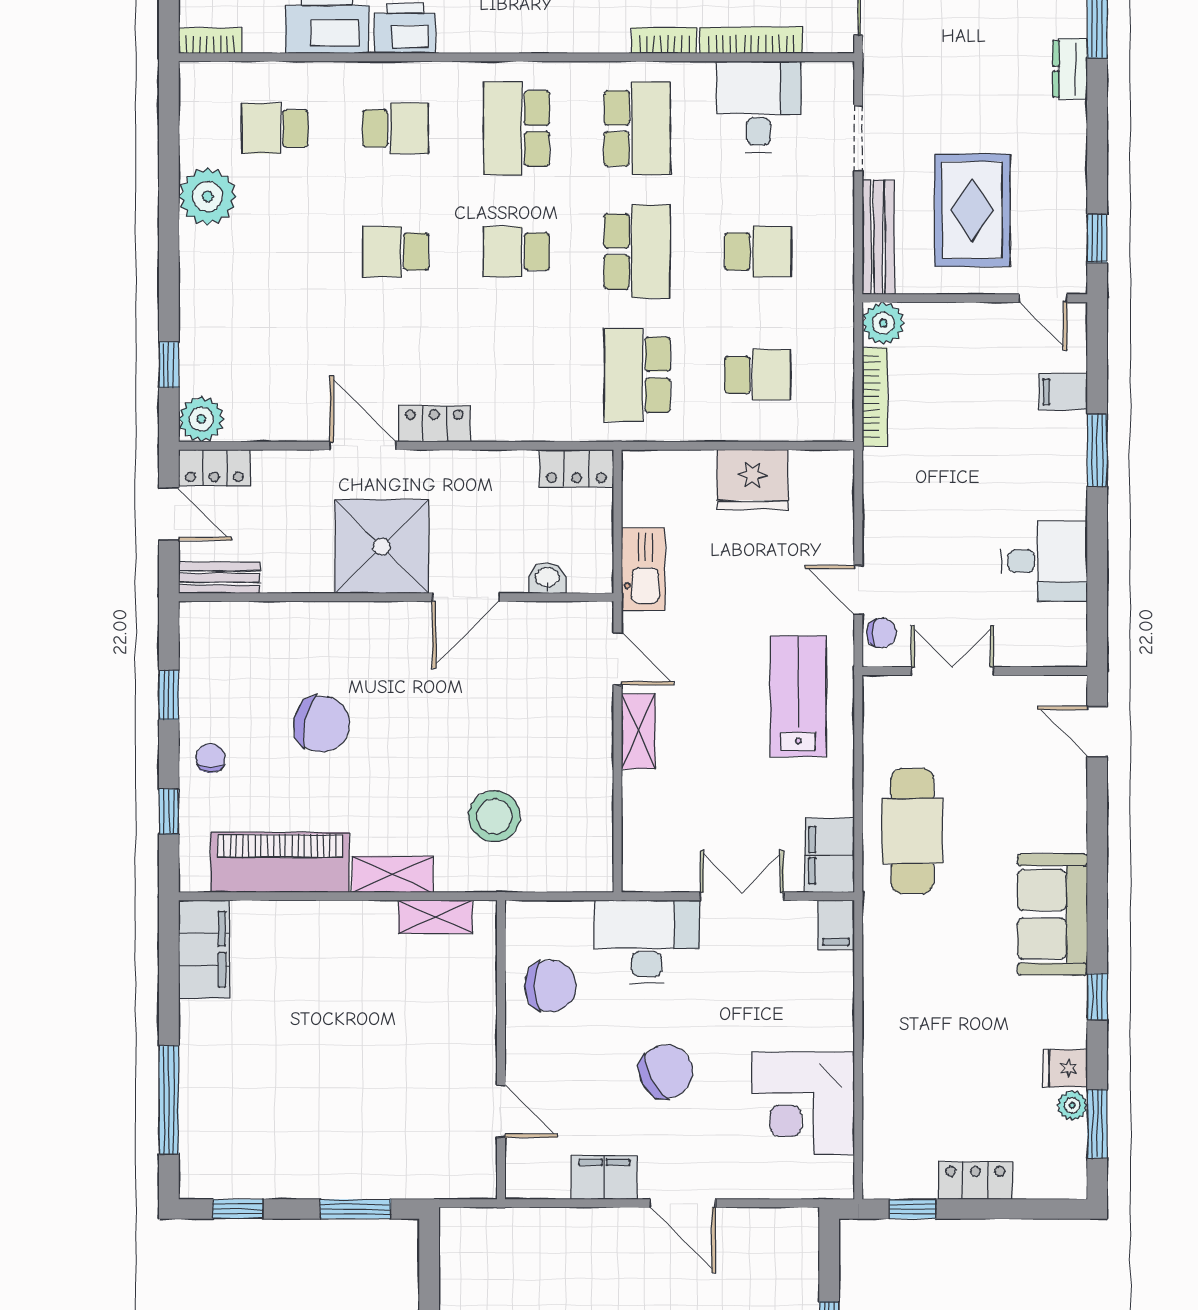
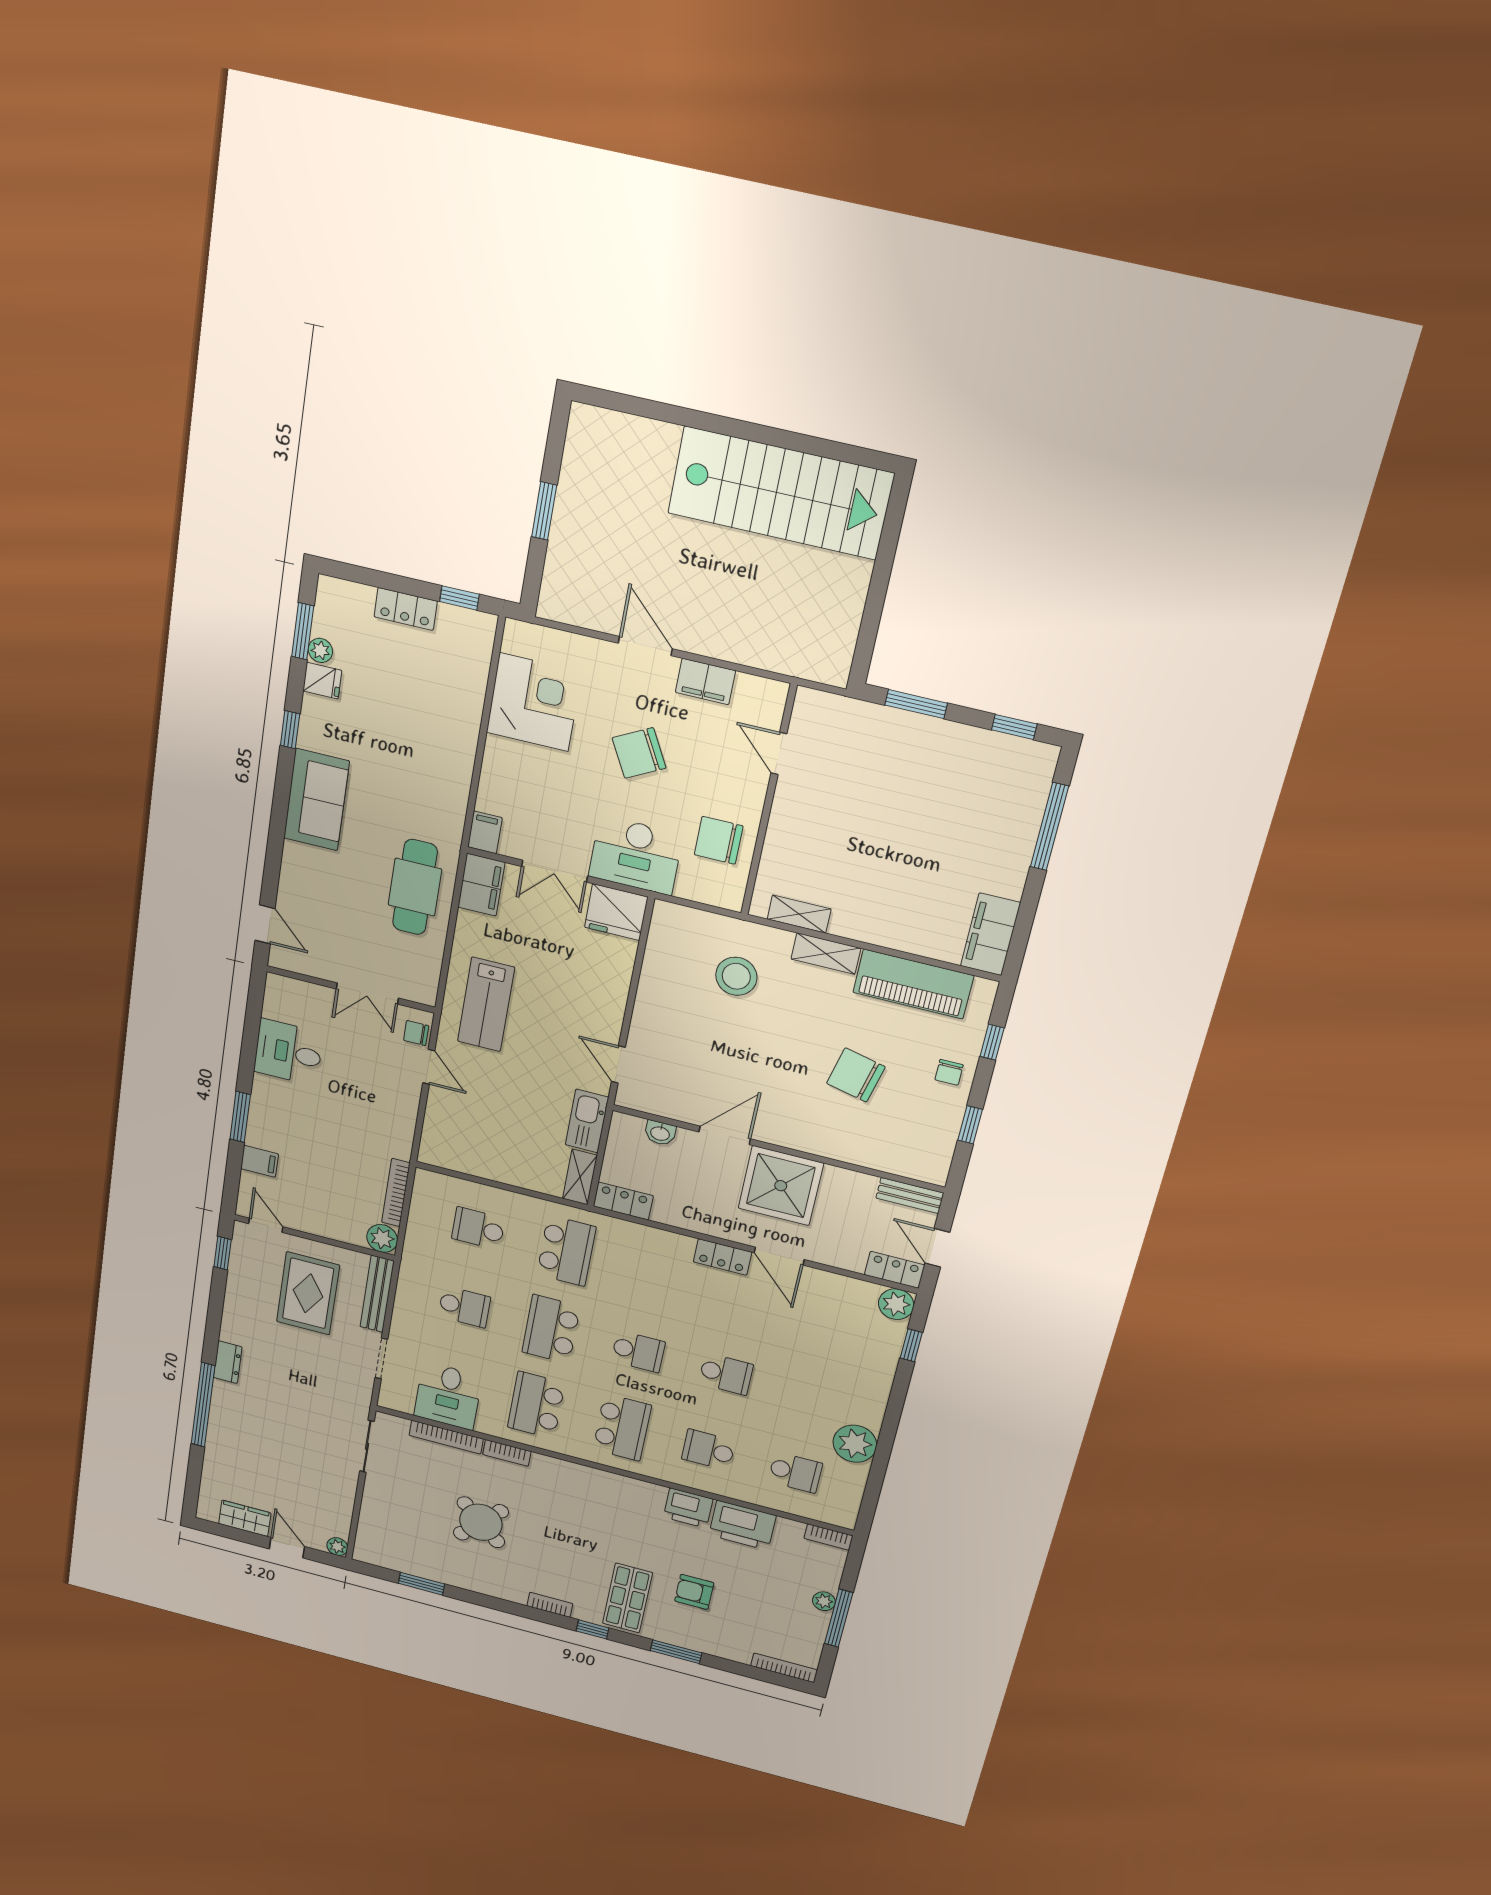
school desk: (758, 252) -> (464, 1307), turned 180
fridge: (752, 480) -> (616, 912), moved, turned 180
shelving: (638, 731) -> (580, 1177), moved

